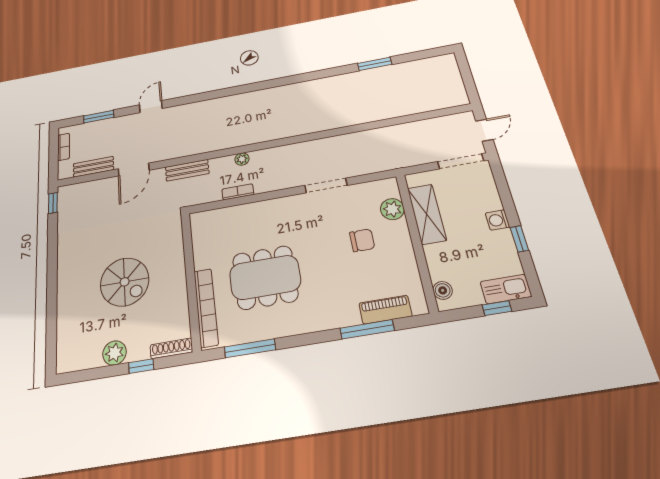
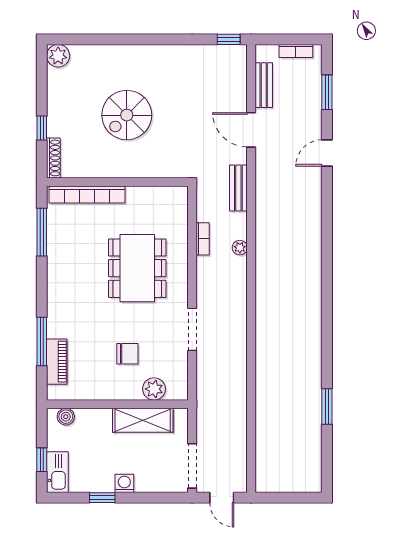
door: (151, 107) -> (327, 153), swing flipped
chair: (362, 240) -> (127, 354), turned -90
dining table: (265, 277) -> (137, 268), moved
plant: (114, 353) -> (58, 56), moved

